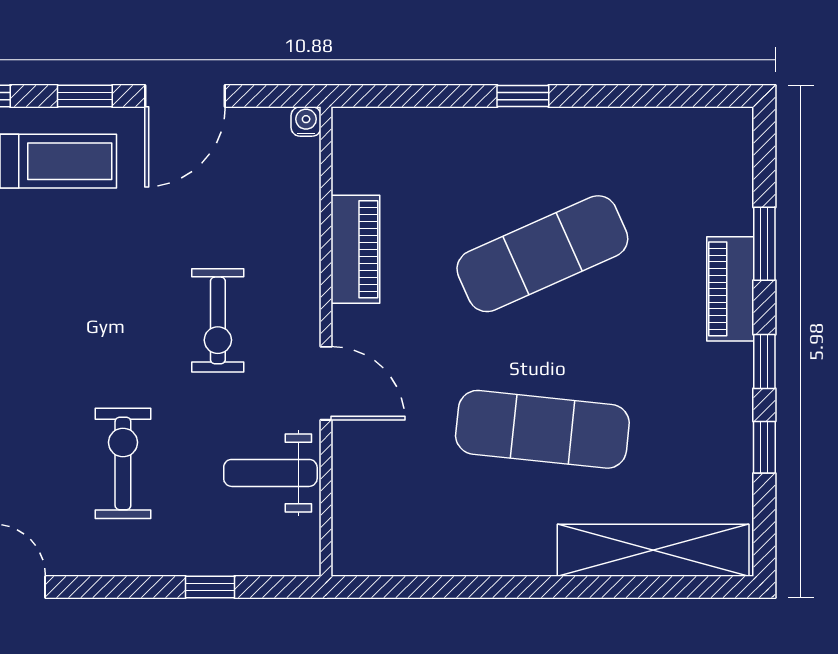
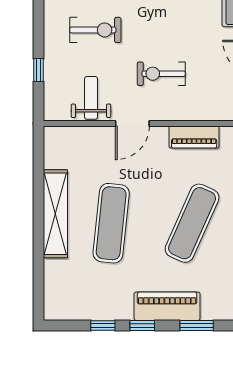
exercise mat: (542, 254) -> (192, 223), turned 48
piano: (730, 289) -> (167, 306), width x1.37, depth x1.33
shelving: (653, 550) -> (55, 214), moved

